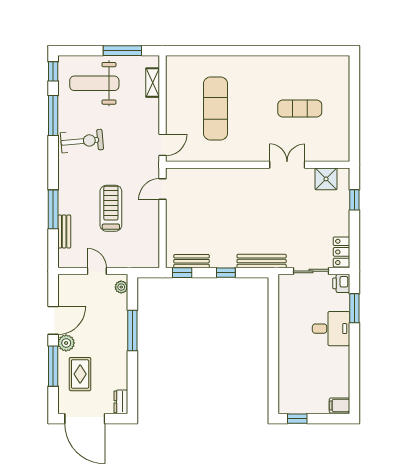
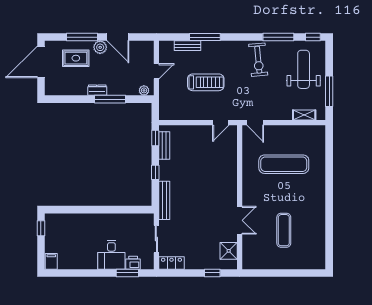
door: (162, 189) -> (221, 123), swing flipped
printer: (341, 283) -> (133, 263), moved
dresser: (121, 402) -> (97, 90), moved

